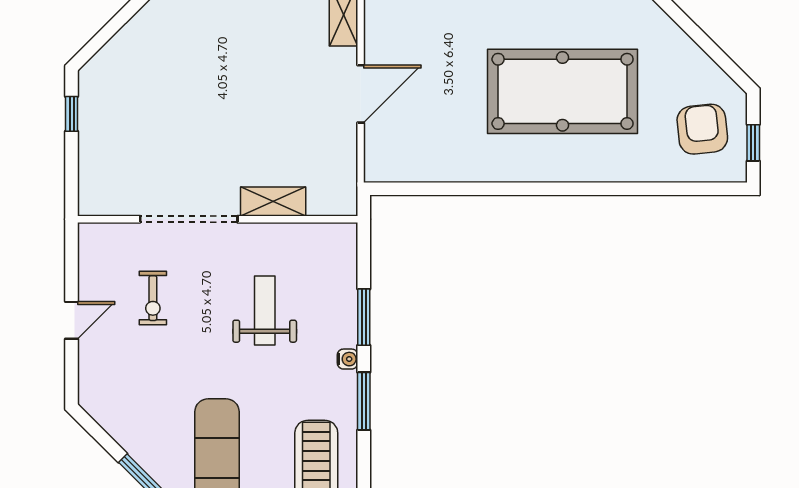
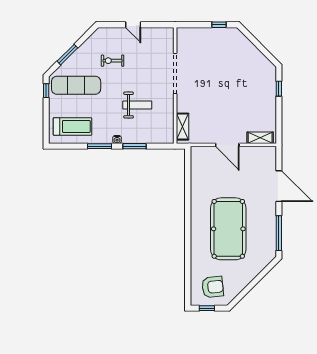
shelving: (273, 202) -> (182, 127), moved
exercise bike: (153, 298) -> (112, 61), moved

